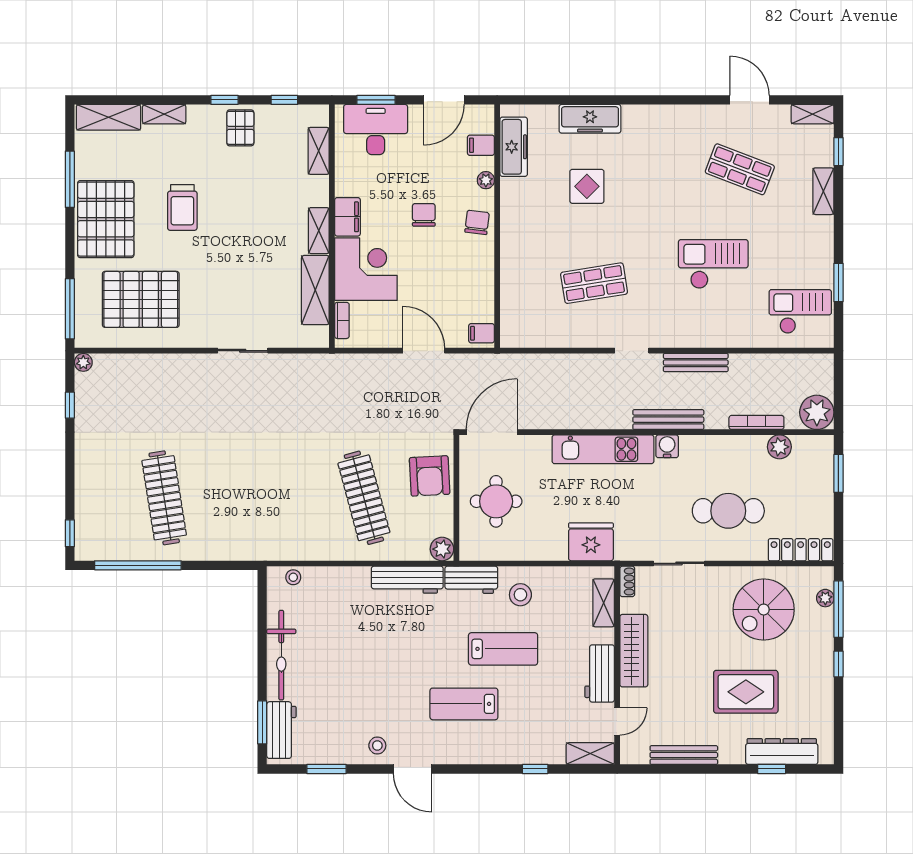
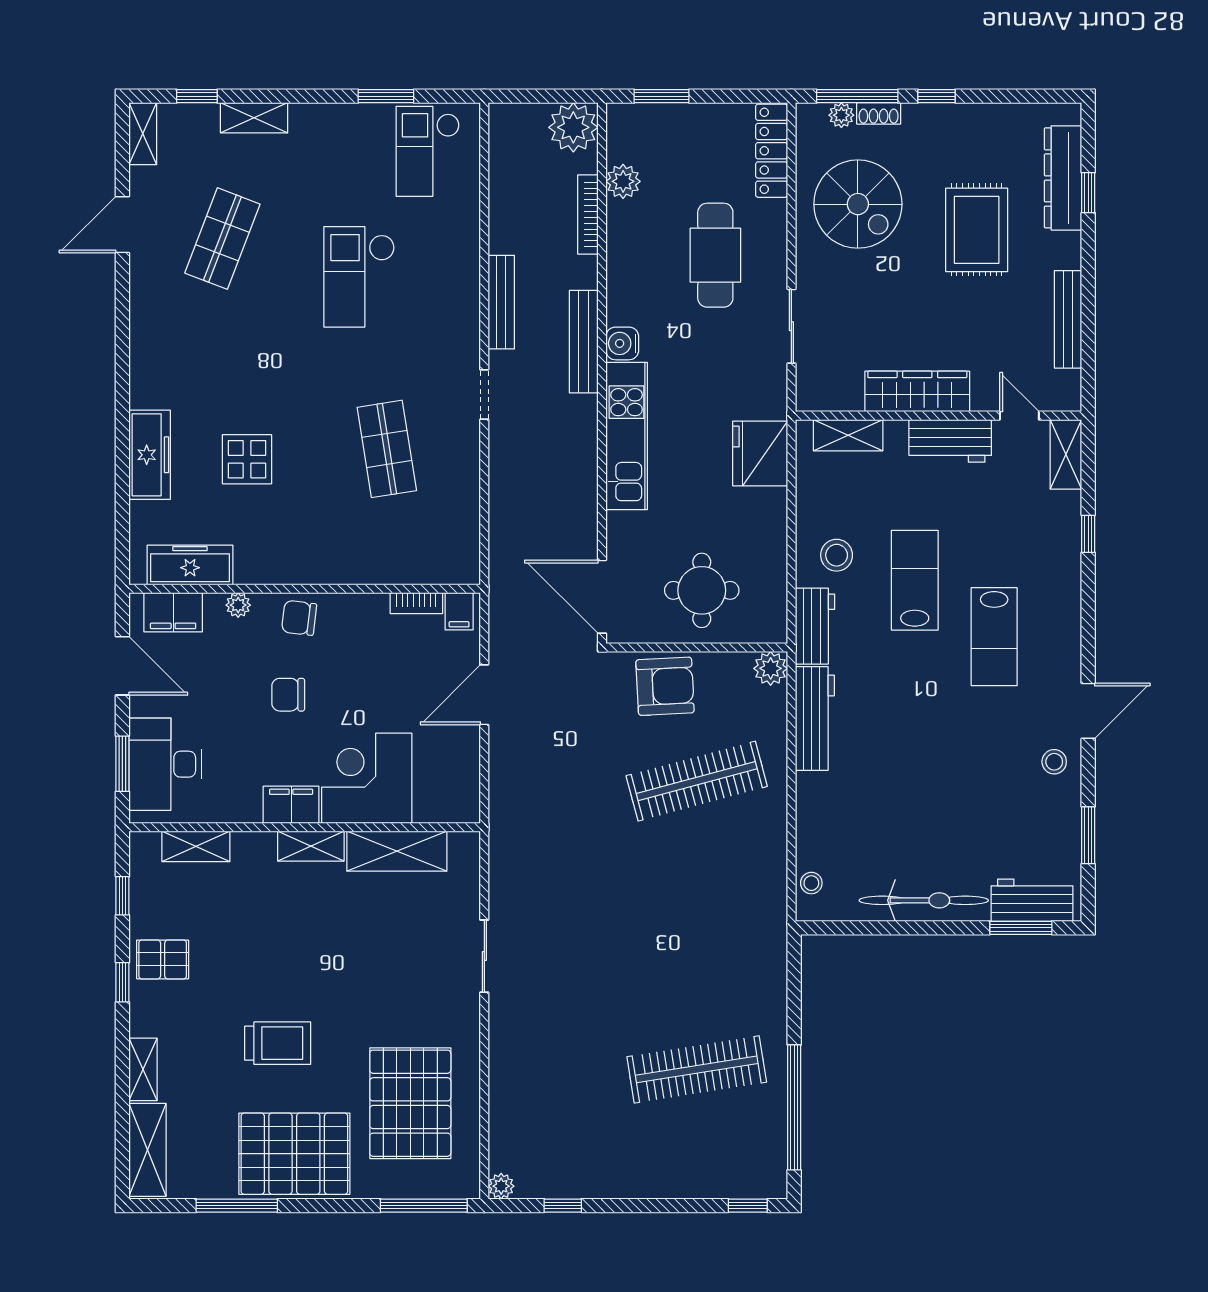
filing cabinet: (481, 145) -> (173, 612), width x2.00
bookcase: (342, 320) -> (416, 603), moved, turned 180
shoe rack: (627, 581) -> (879, 113), moved, turned 180

